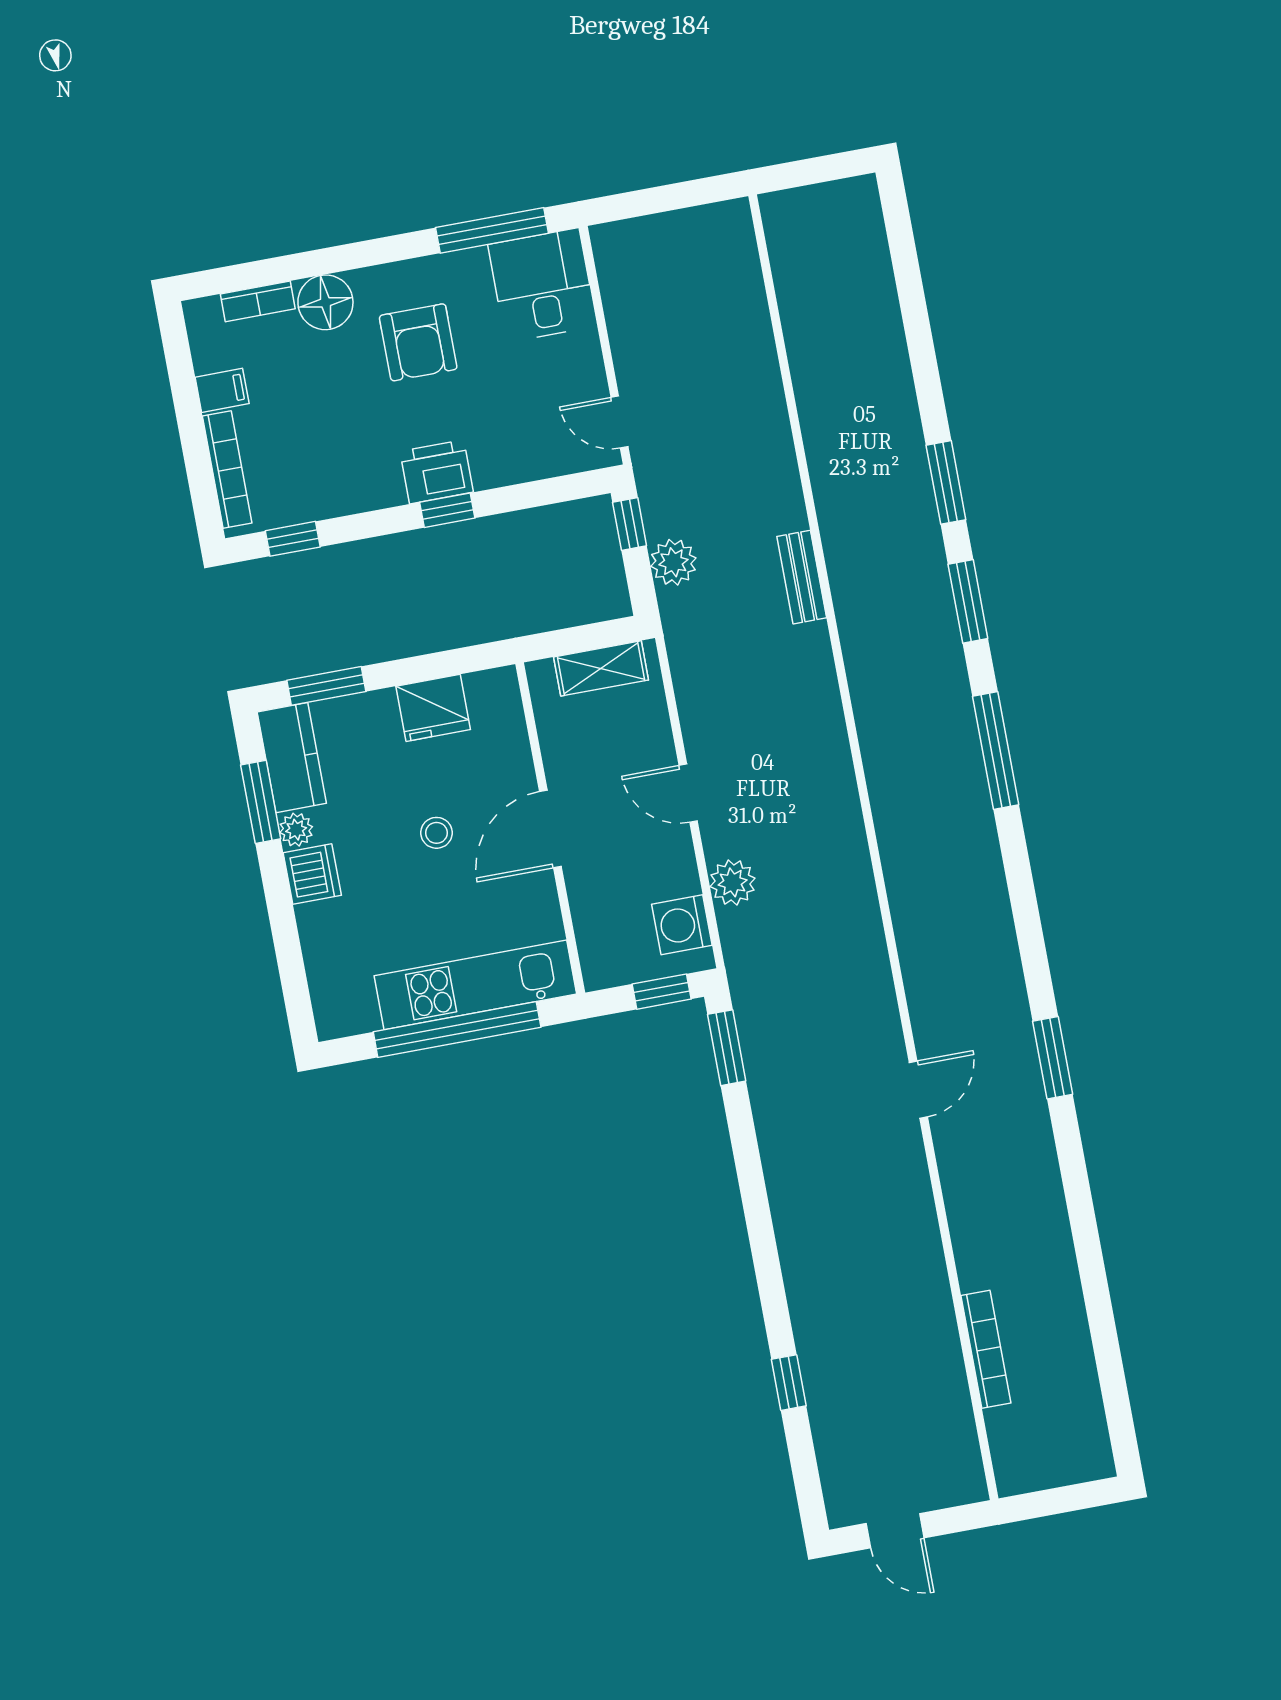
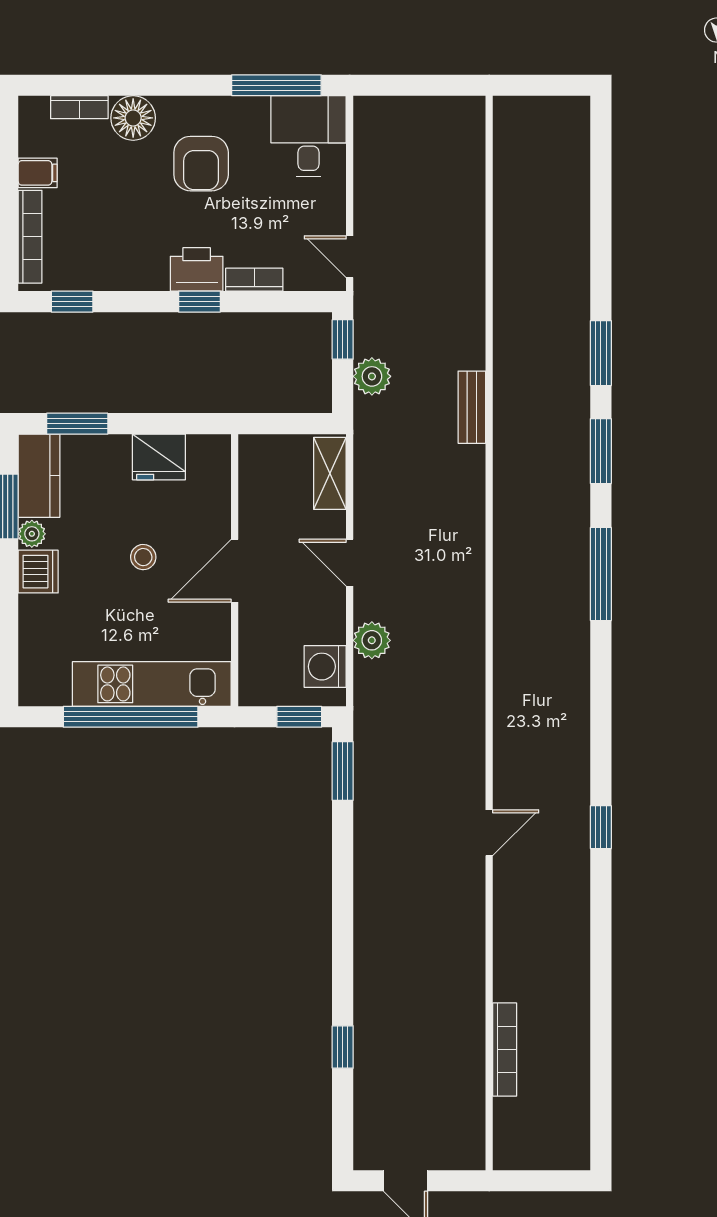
bookcase: (509, 471) -> (254, 280), added
shelving: (601, 668) -> (330, 473), moved, turned 90
window: (1053, 1058) -> (601, 827), width x0.67

